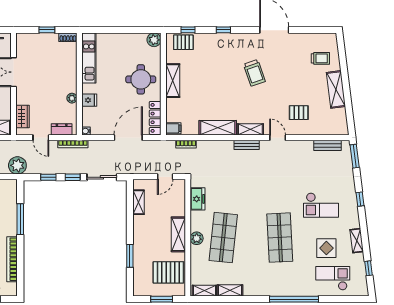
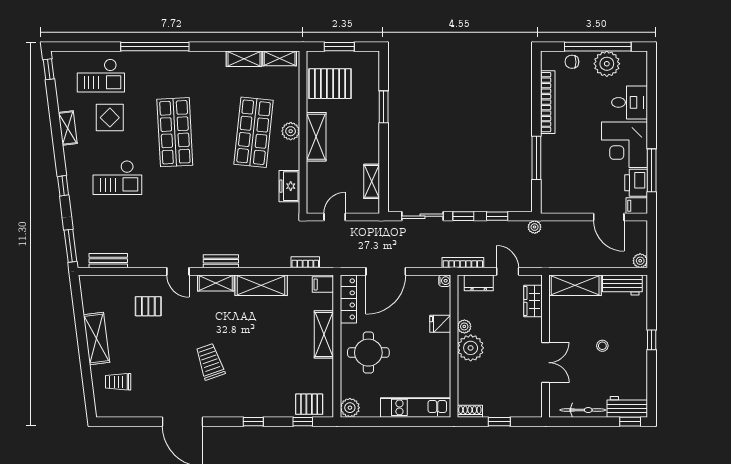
kitchen unit: (89, 58) -> (416, 407), moved, turned 90
shelving: (173, 81) -> (324, 334), moved
plant: (67, 83) -> (471, 348), added
plant: (17, 165) -> (535, 227), width x0.53, depth x0.53
checkout: (321, 205) -> (117, 178), turned 180
window: (369, 268) -> (49, 69), moved

